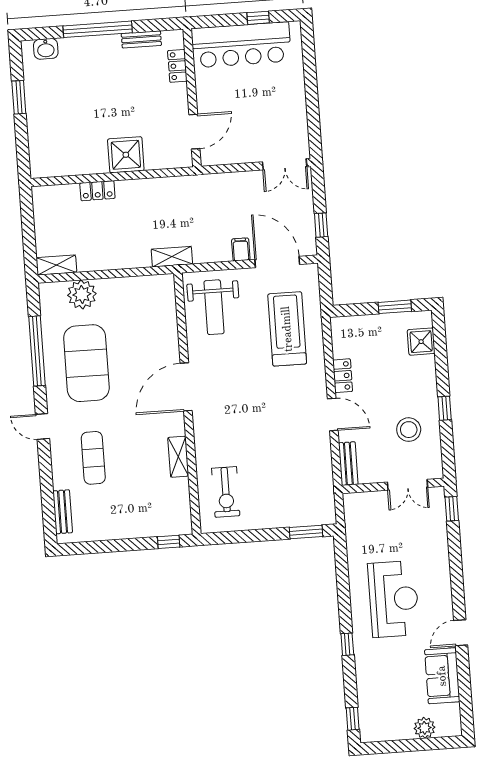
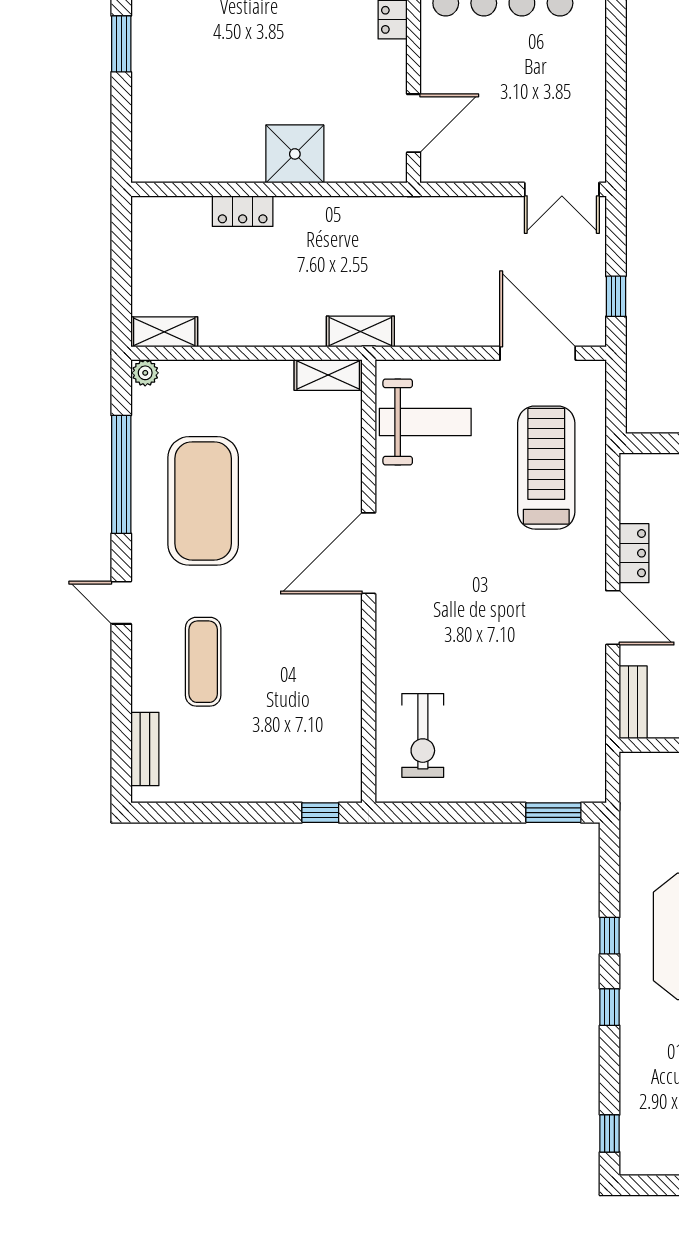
filing cabinet: (241, 249) -> (478, 328), removed
plant: (82, 294) -> (145, 373), moved, width x0.53, depth x0.53
weight bench: (214, 307) -> (425, 422), turned -90
shelving: (178, 457) -> (328, 375), moved, turned 90
window: (344, 602) -> (610, 936), added

